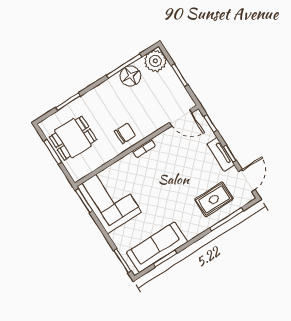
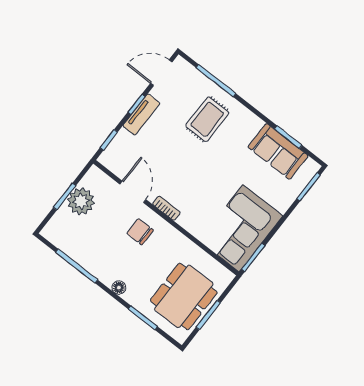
plant: (155, 61) -> (81, 201), moved
floor lamp: (131, 76) -> (119, 288), moved, width x0.53, depth x0.53
door: (181, 118) -> (133, 192), moved
chair: (125, 133) -> (140, 232), moved
dining table: (73, 138) -> (184, 296), width x1.38
rug: (214, 199) -> (207, 119), moved, turned 90
sofa: (157, 247) -> (278, 151), width x0.73

